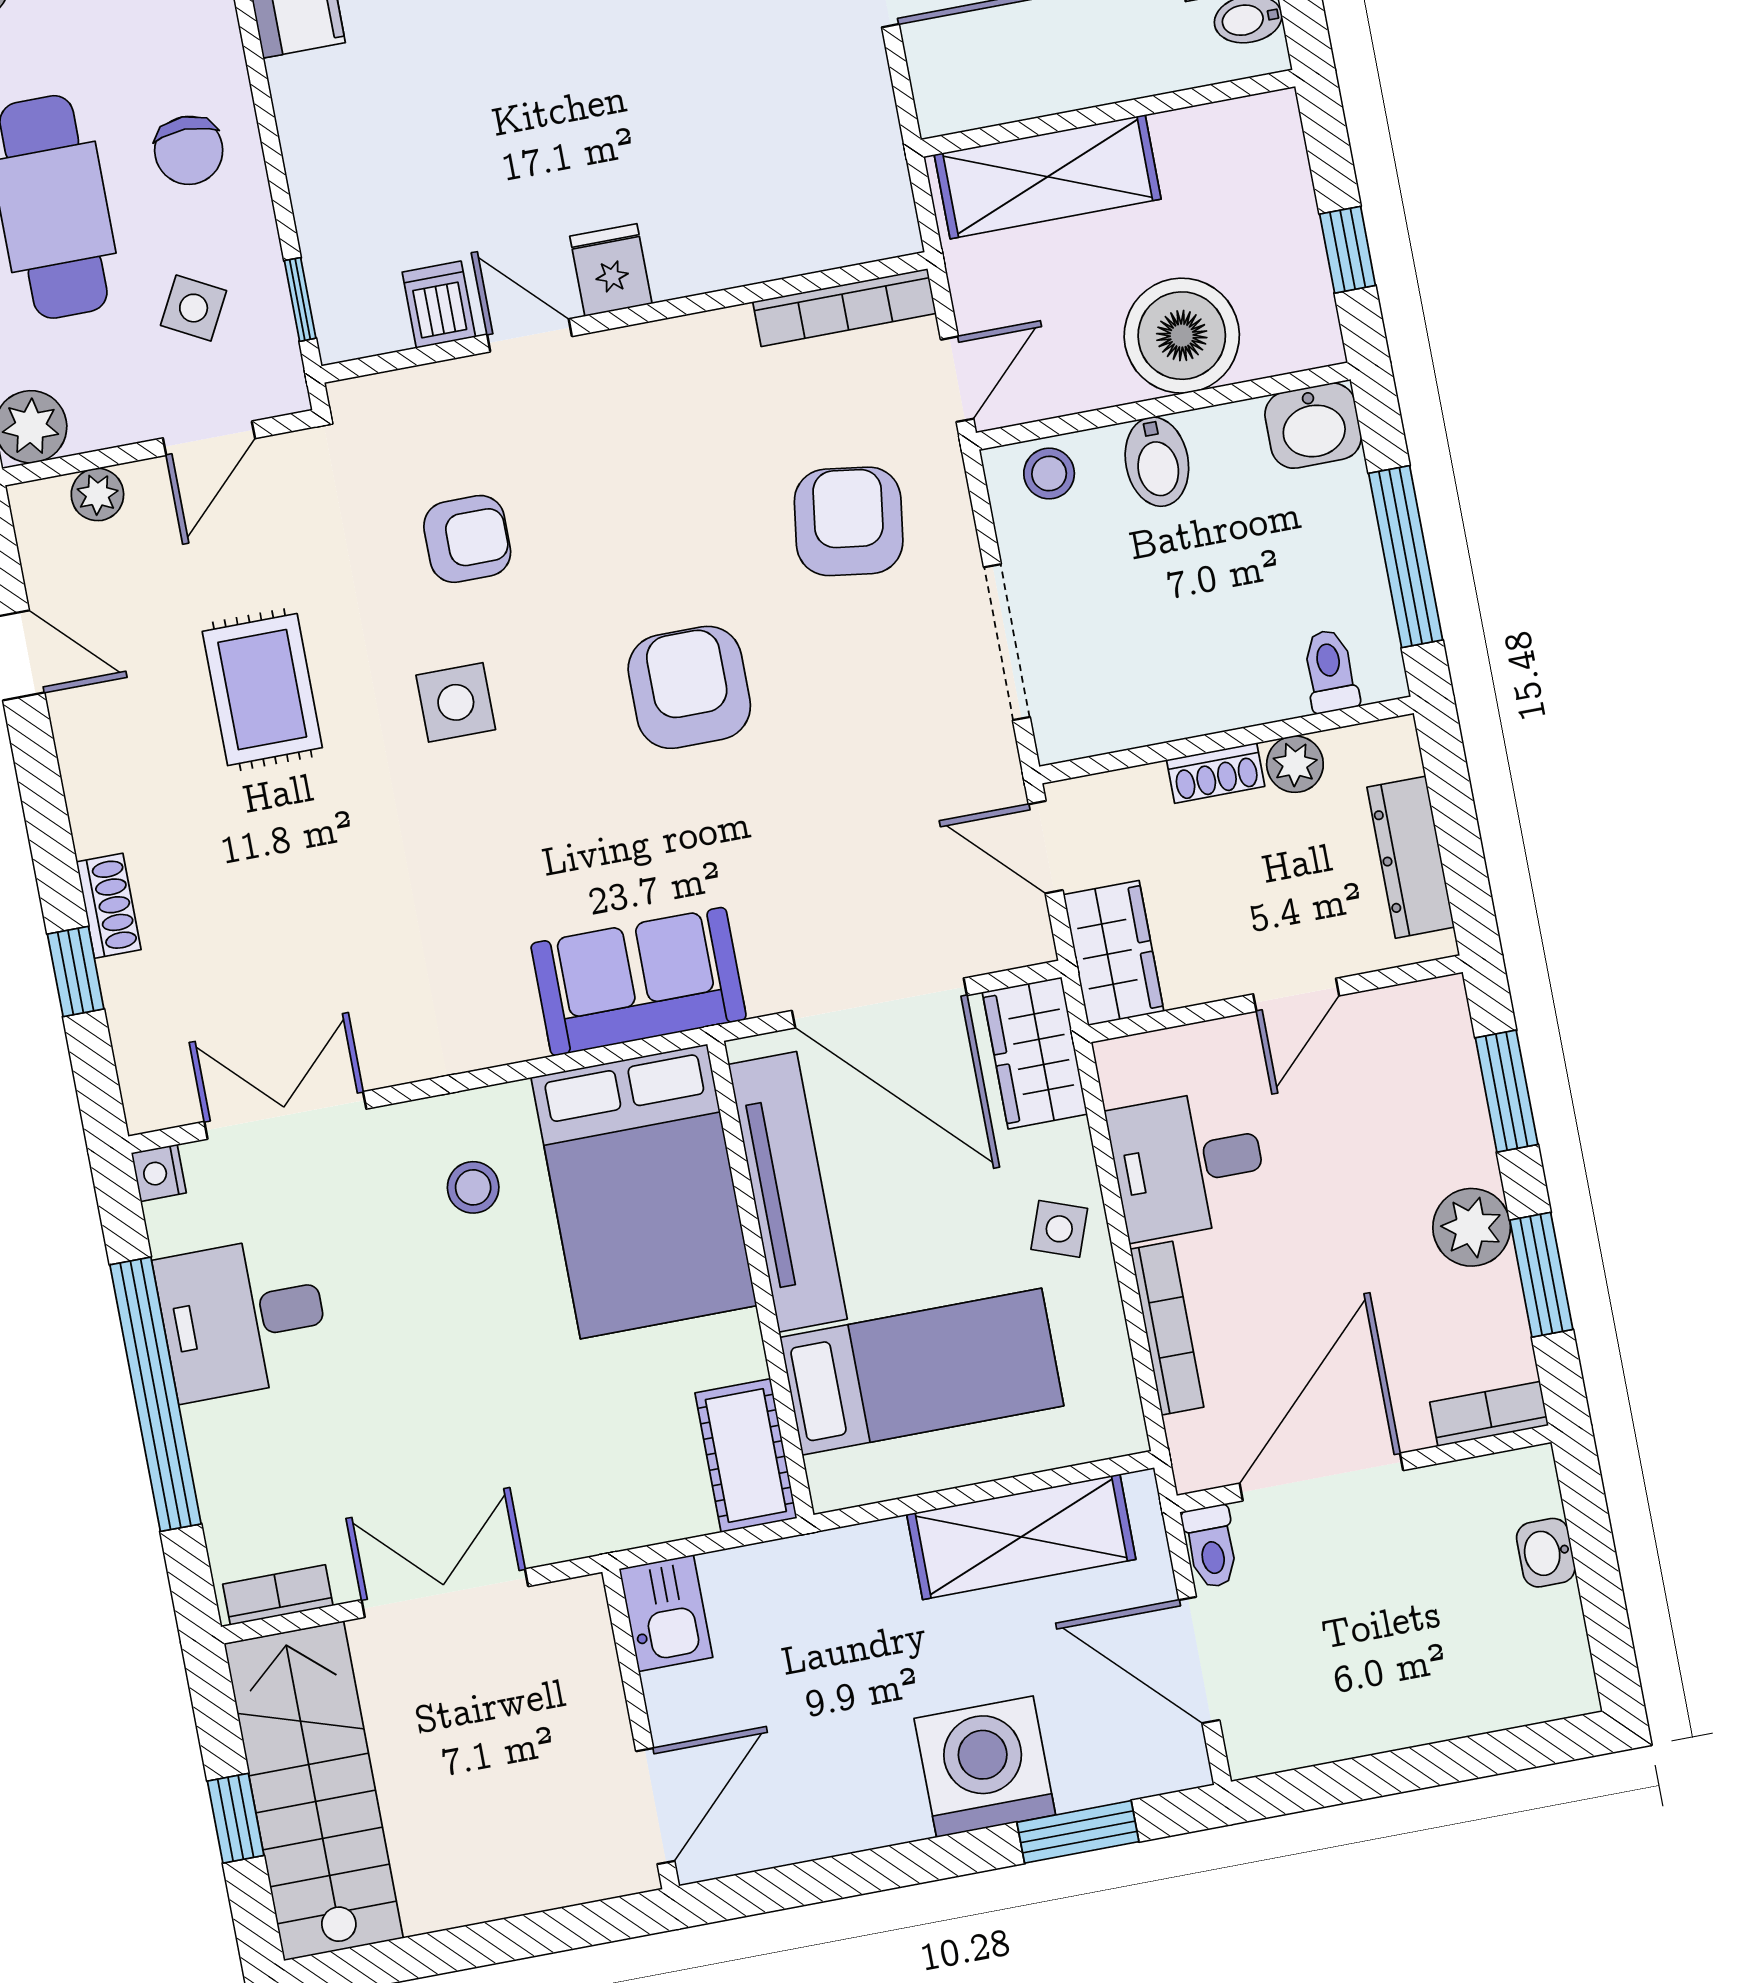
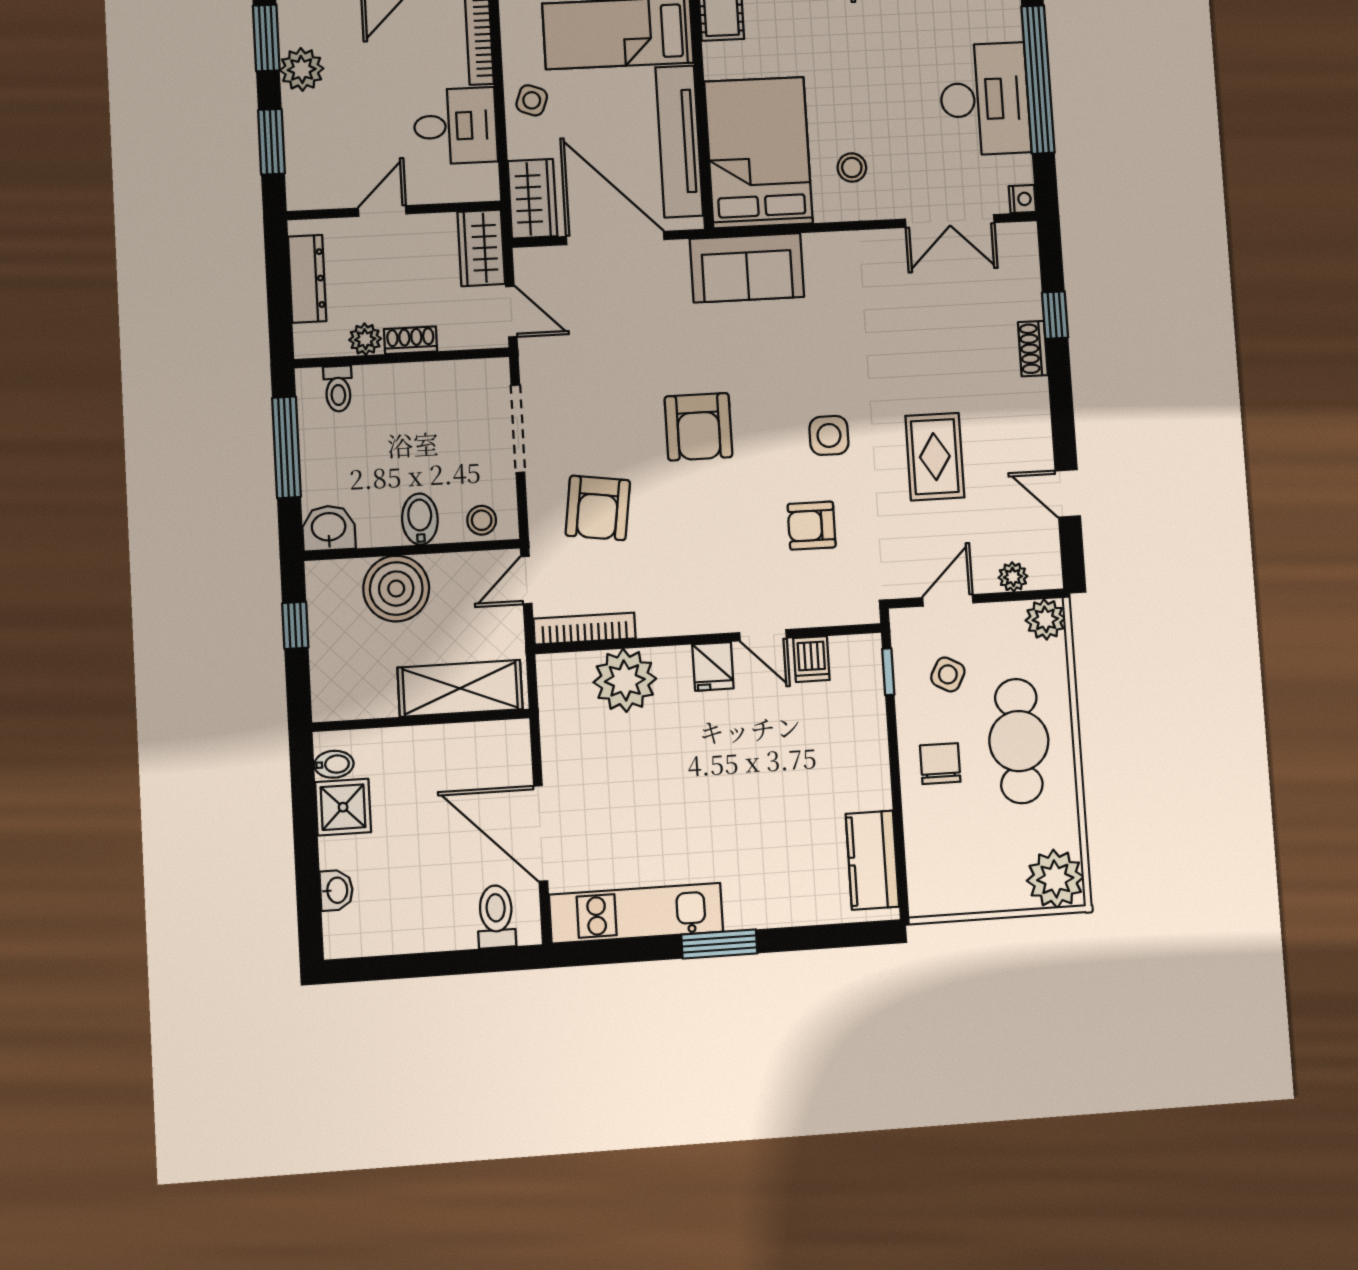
plant: (762, 226) -> (625, 680), added
desk: (243, 1318) -> (985, 99), width x1.37

